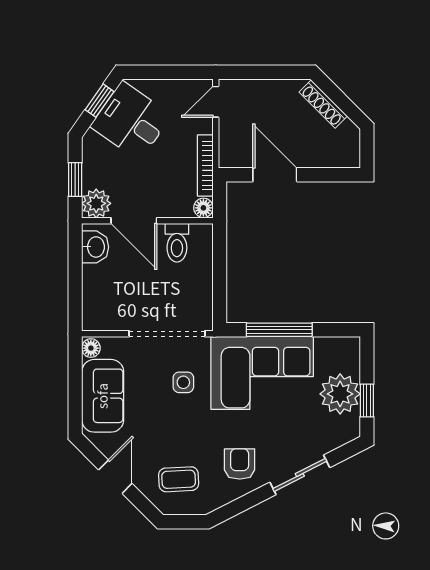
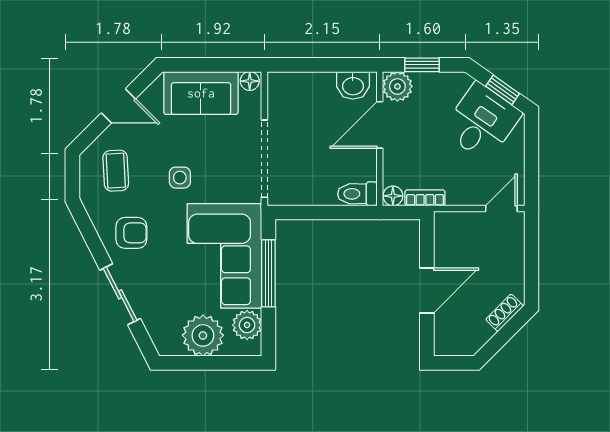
door: (216, 102) -> (501, 208), hinge flipped
shoe rack: (323, 104) -> (504, 313), width x0.70
bookcase: (205, 165) -> (425, 198), width x0.64
door: (275, 175) -> (427, 290), moved
toilet: (177, 243) -> (357, 194), moved
plant: (330, 351) -> (247, 325), added
side table: (183, 382) -> (180, 178), moved
window: (367, 400) -> (196, 363), removed

